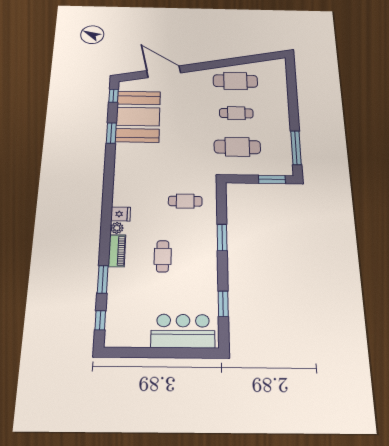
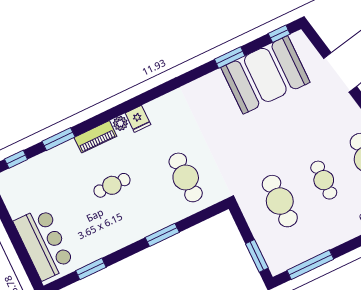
cafe table: (185, 201) -> (186, 177), width x1.37, depth x1.35

